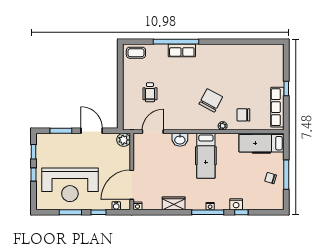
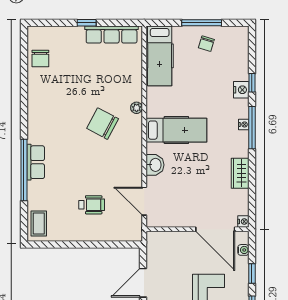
chair: (243, 115) -> (40, 58), moved
plant: (124, 140) -> (155, 240), removed

